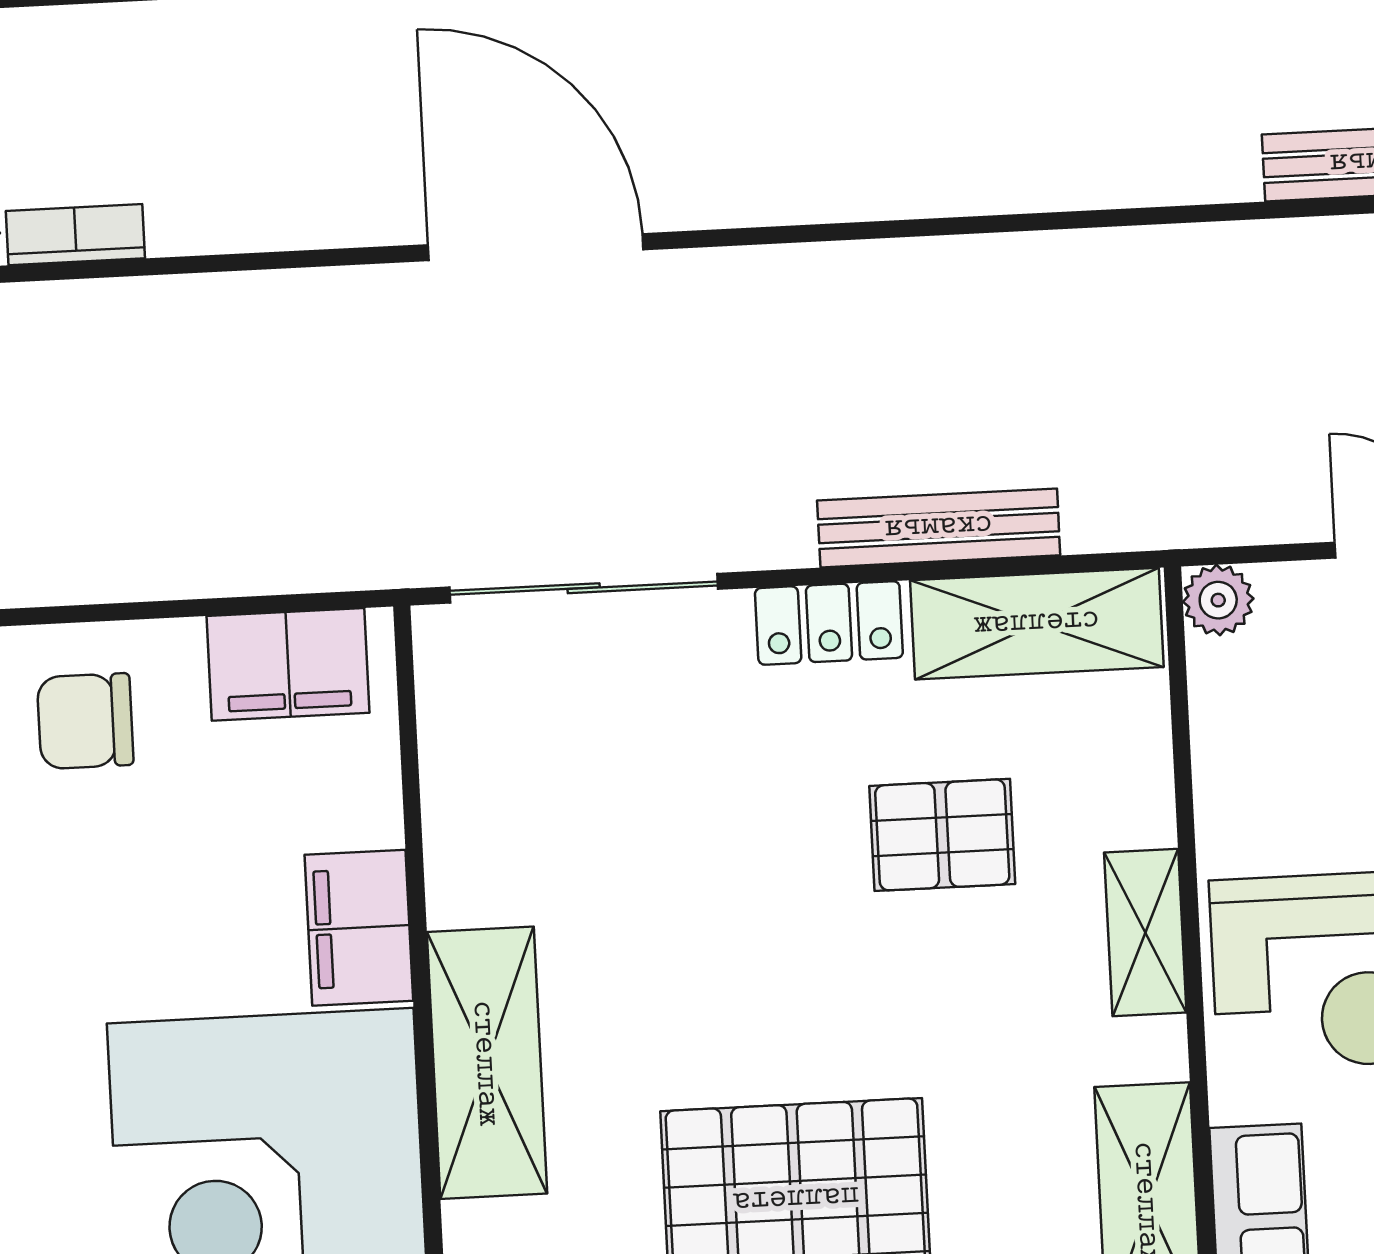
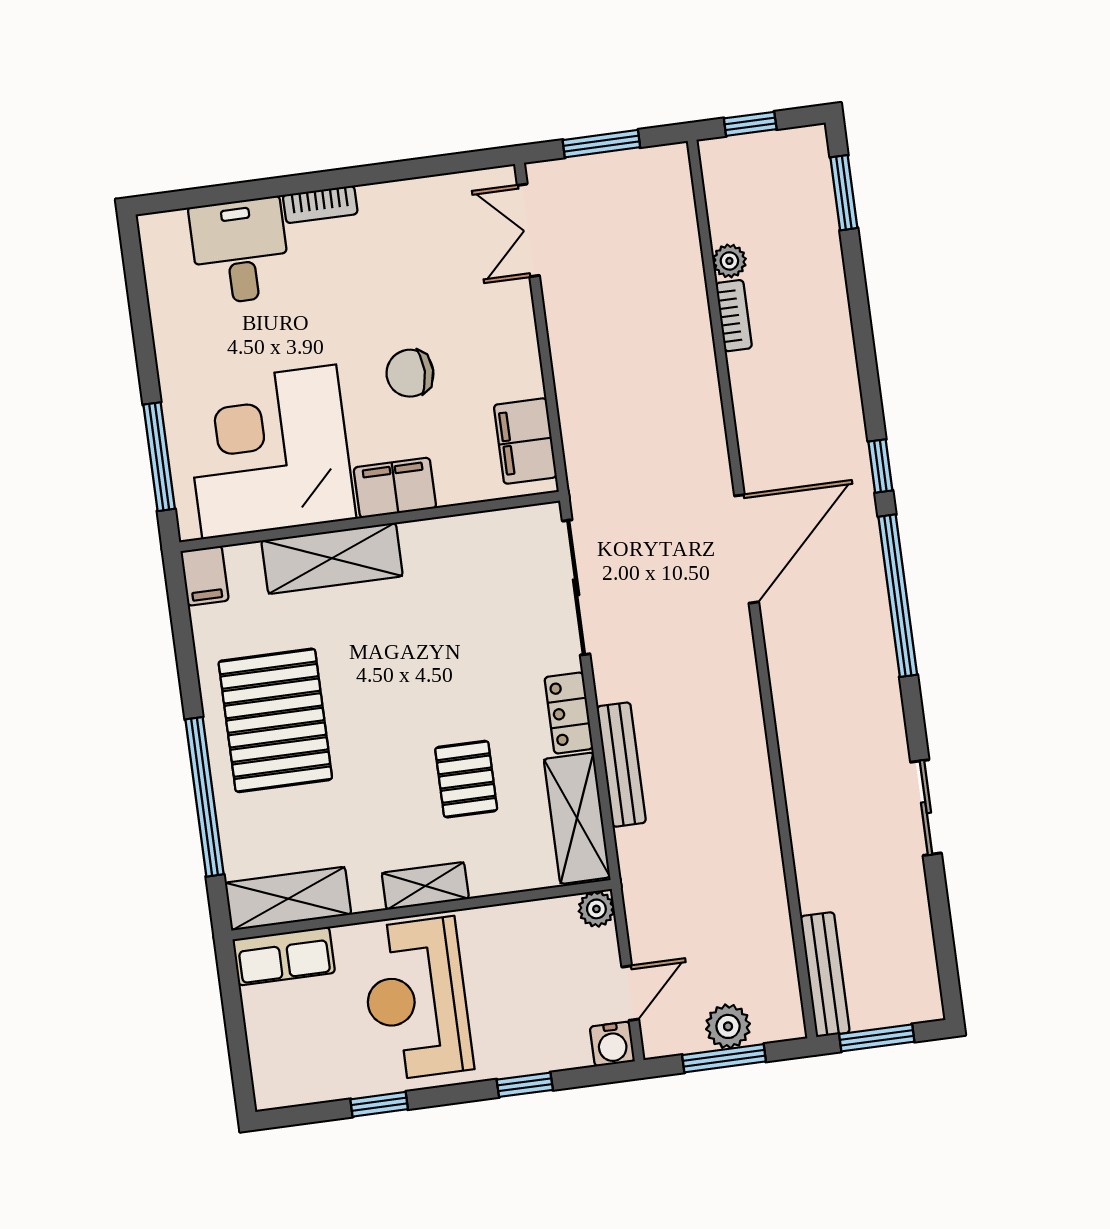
chair: (85, 721) -> (410, 373), moved, turned -90

